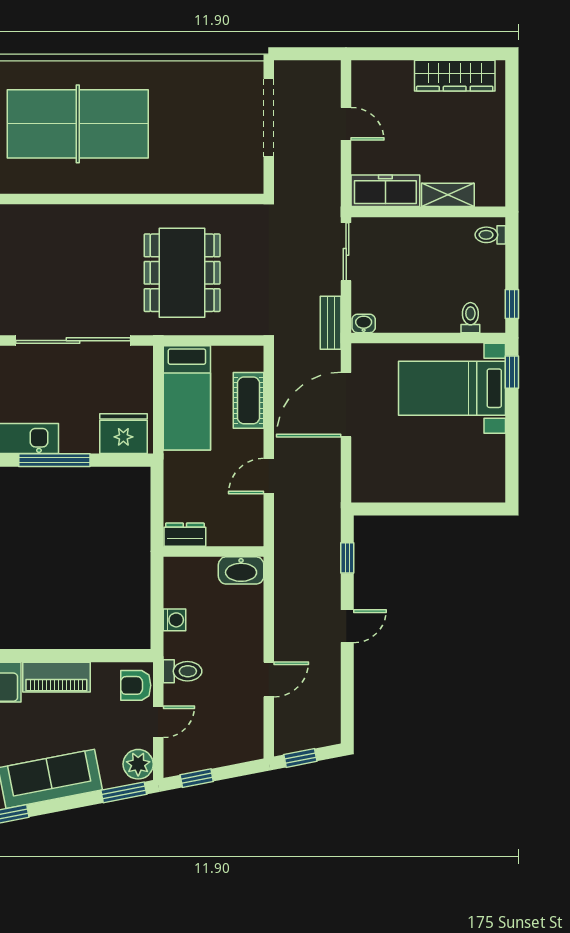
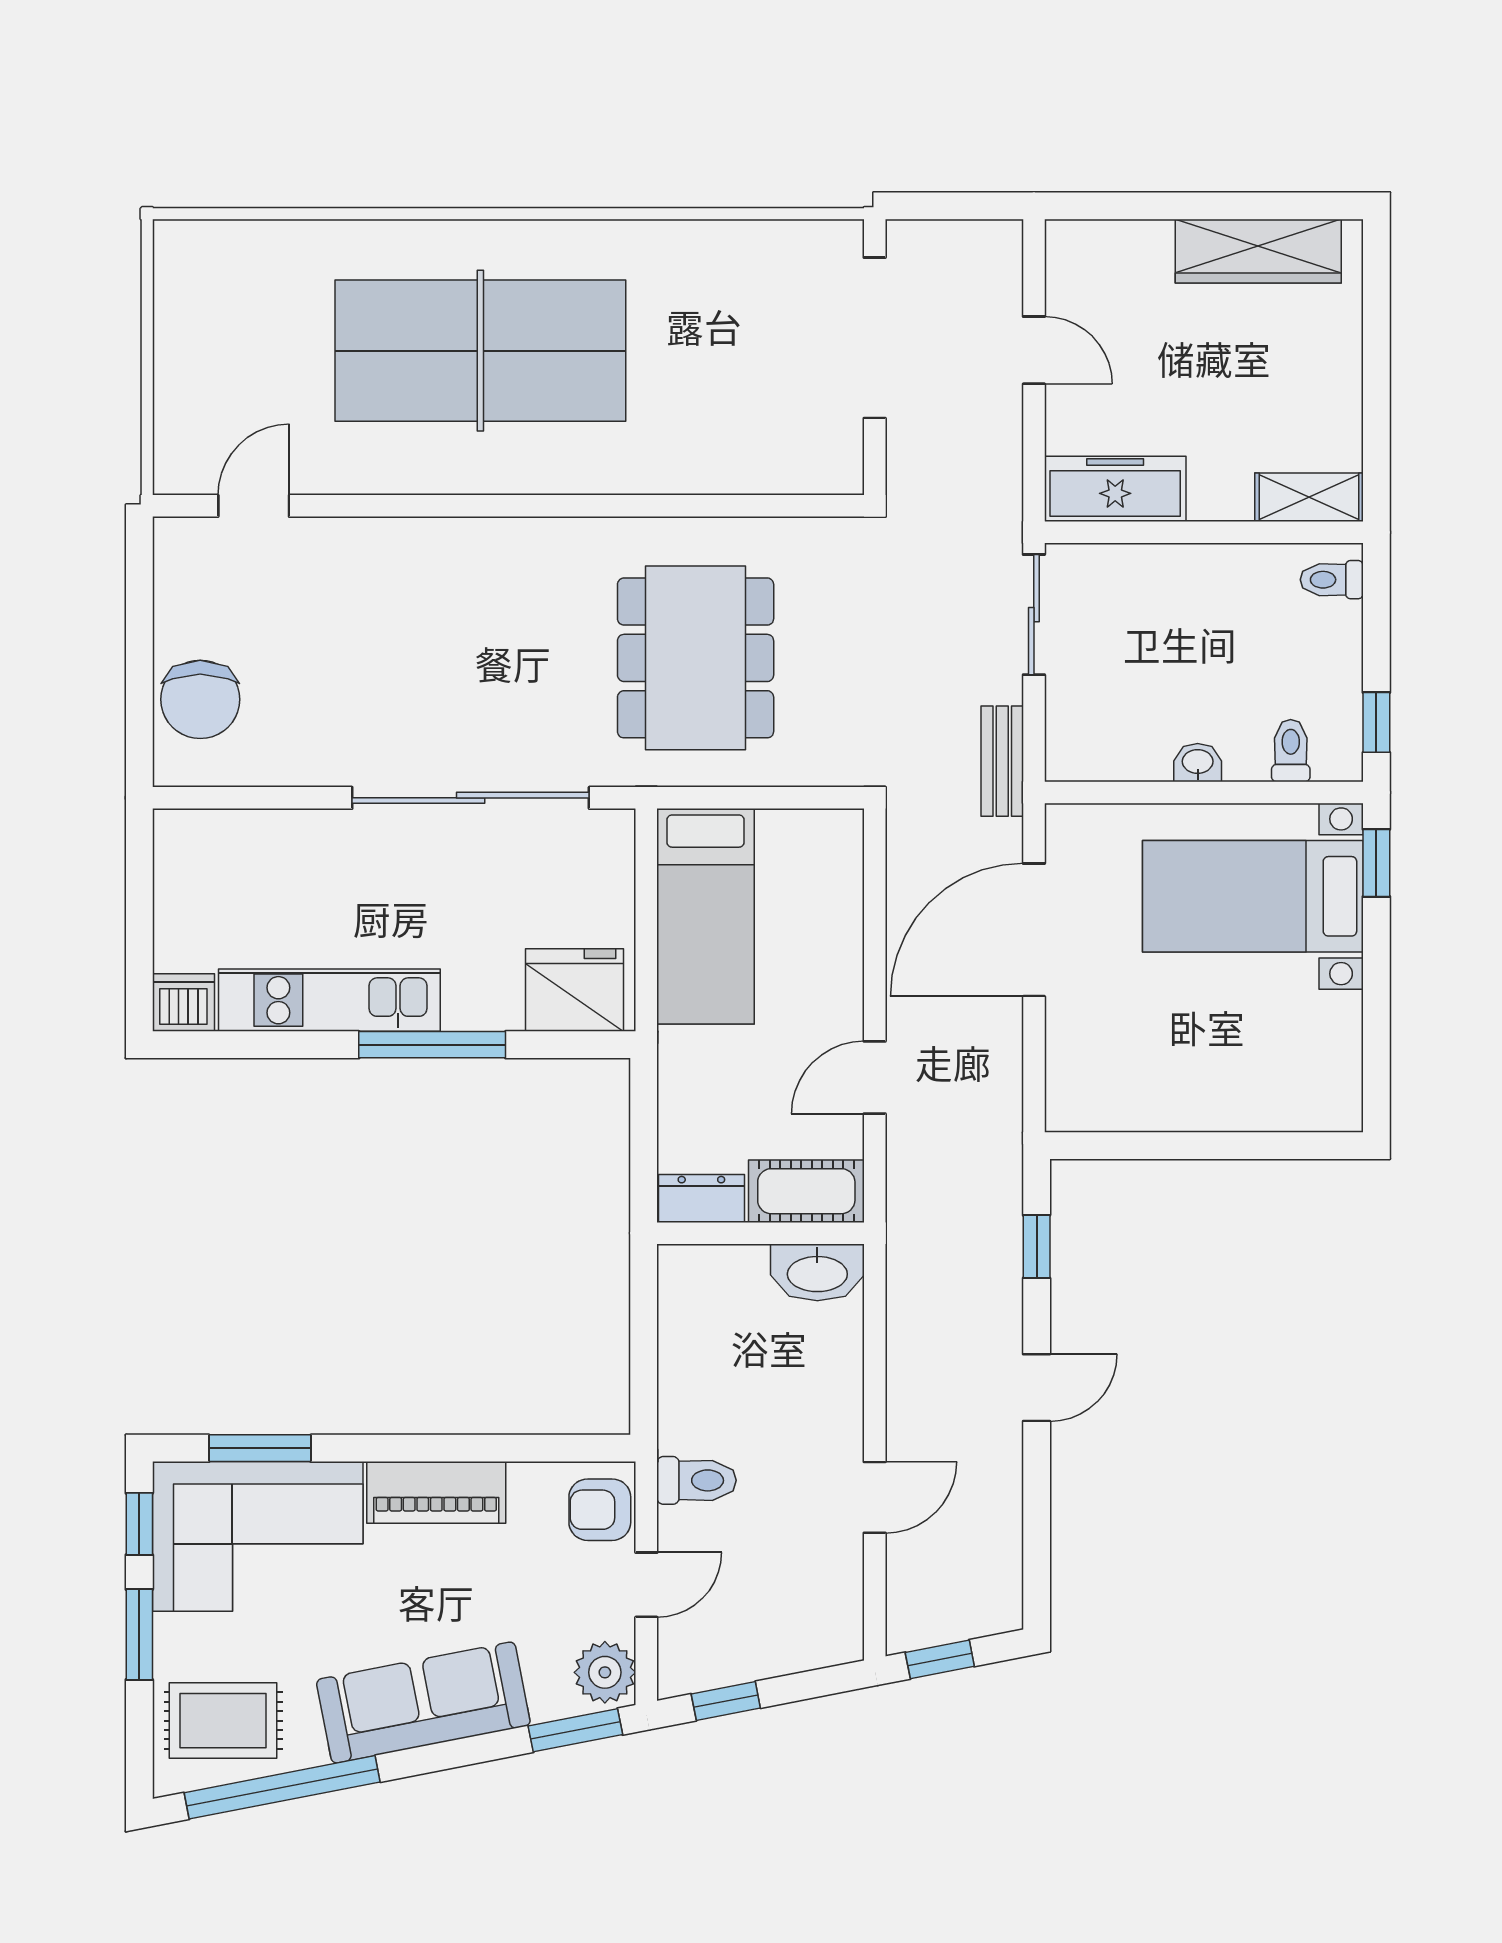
shelving: (448, 195) -> (1309, 497), moved
washbasin: (364, 323) -> (1198, 763), moved
cot: (248, 400) -> (806, 1191), moved, turned 90
washing machine: (174, 620) -> (680, 1374), removed

